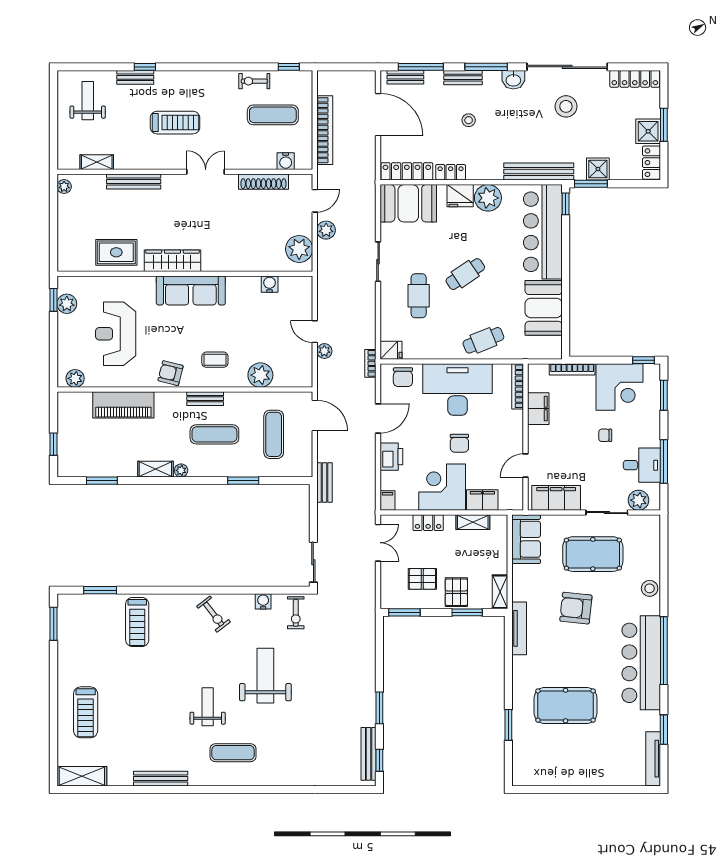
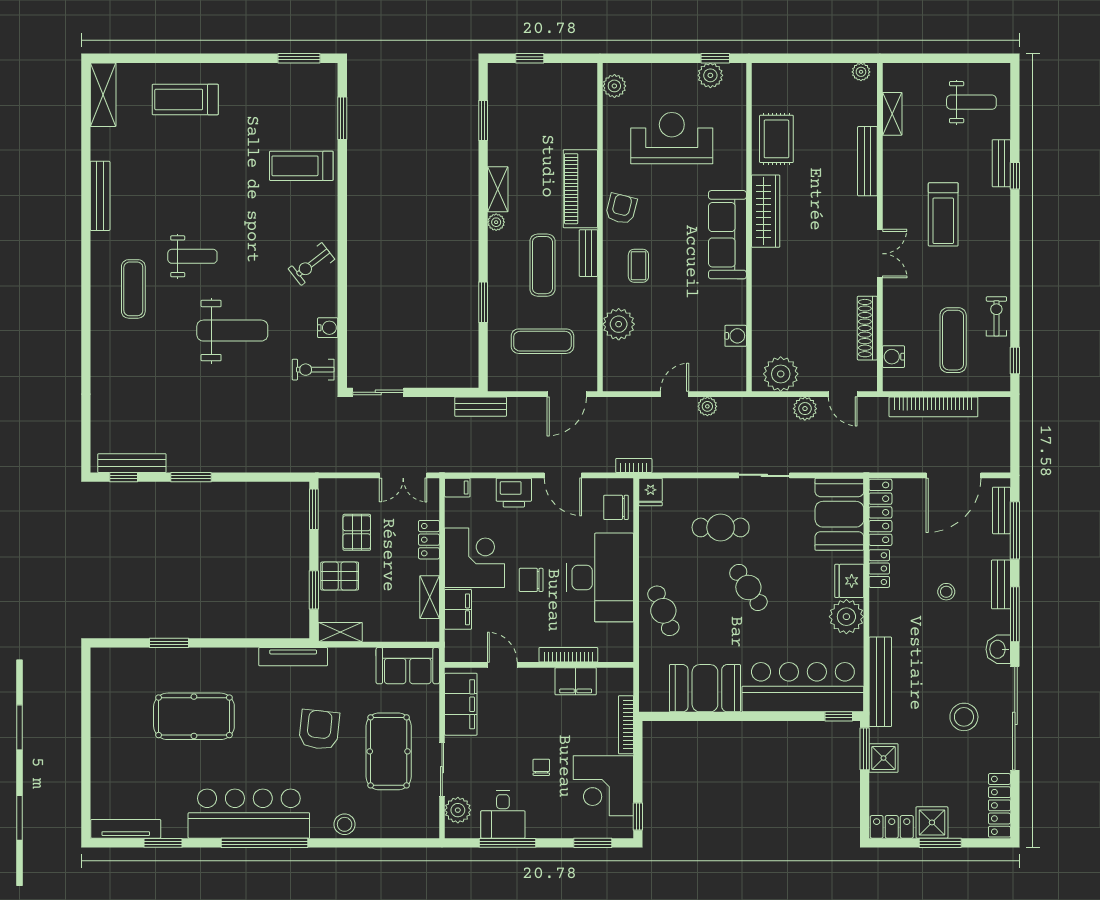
plant: (324, 351) -> (707, 406), moved
bookcase: (518, 386) -> (568, 655), moved
piano: (123, 405) -> (580, 189), moved
pool table: (566, 706) -> (194, 716), turned 90

